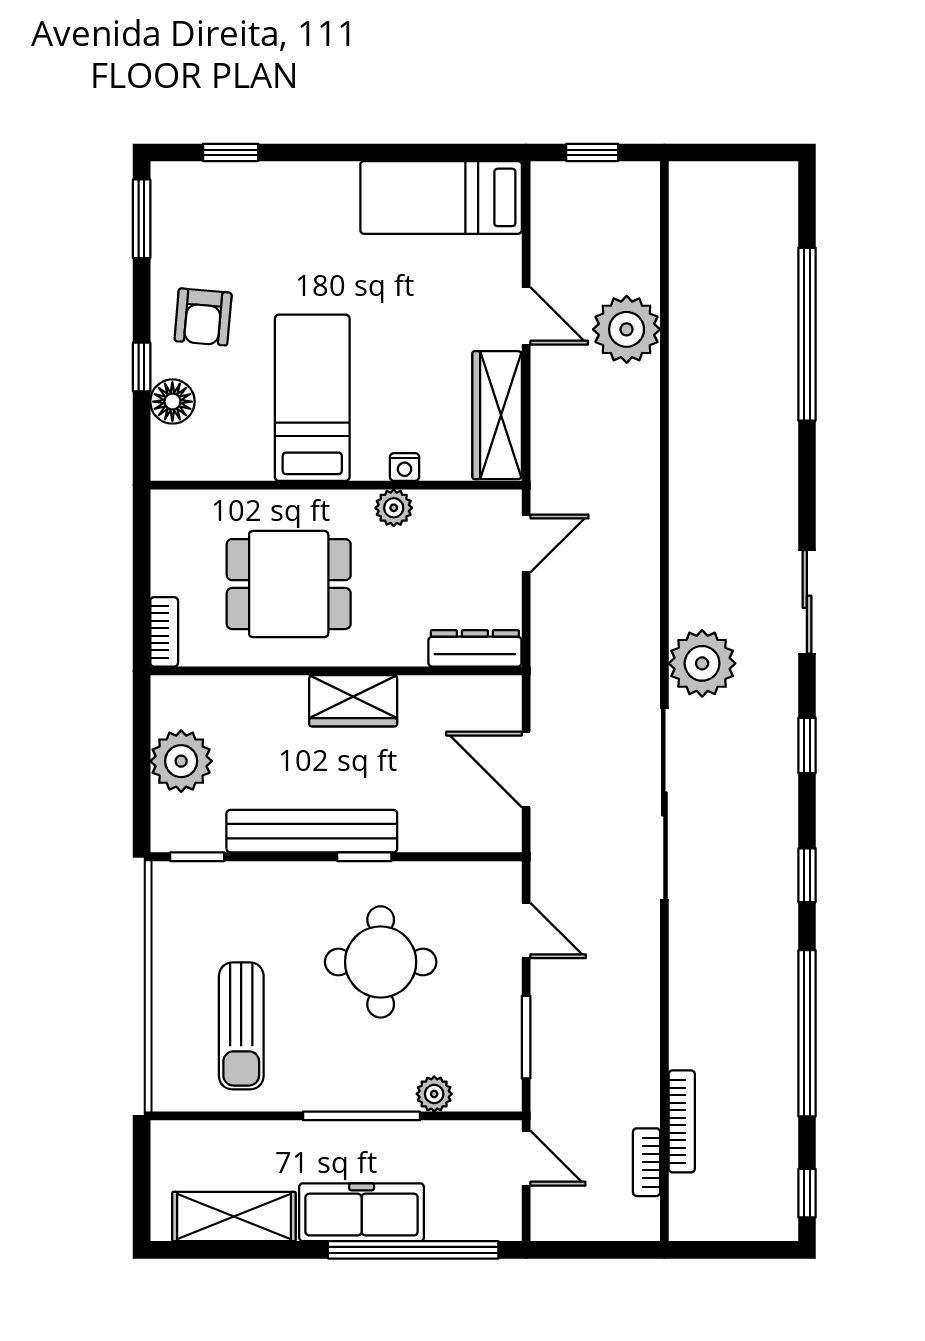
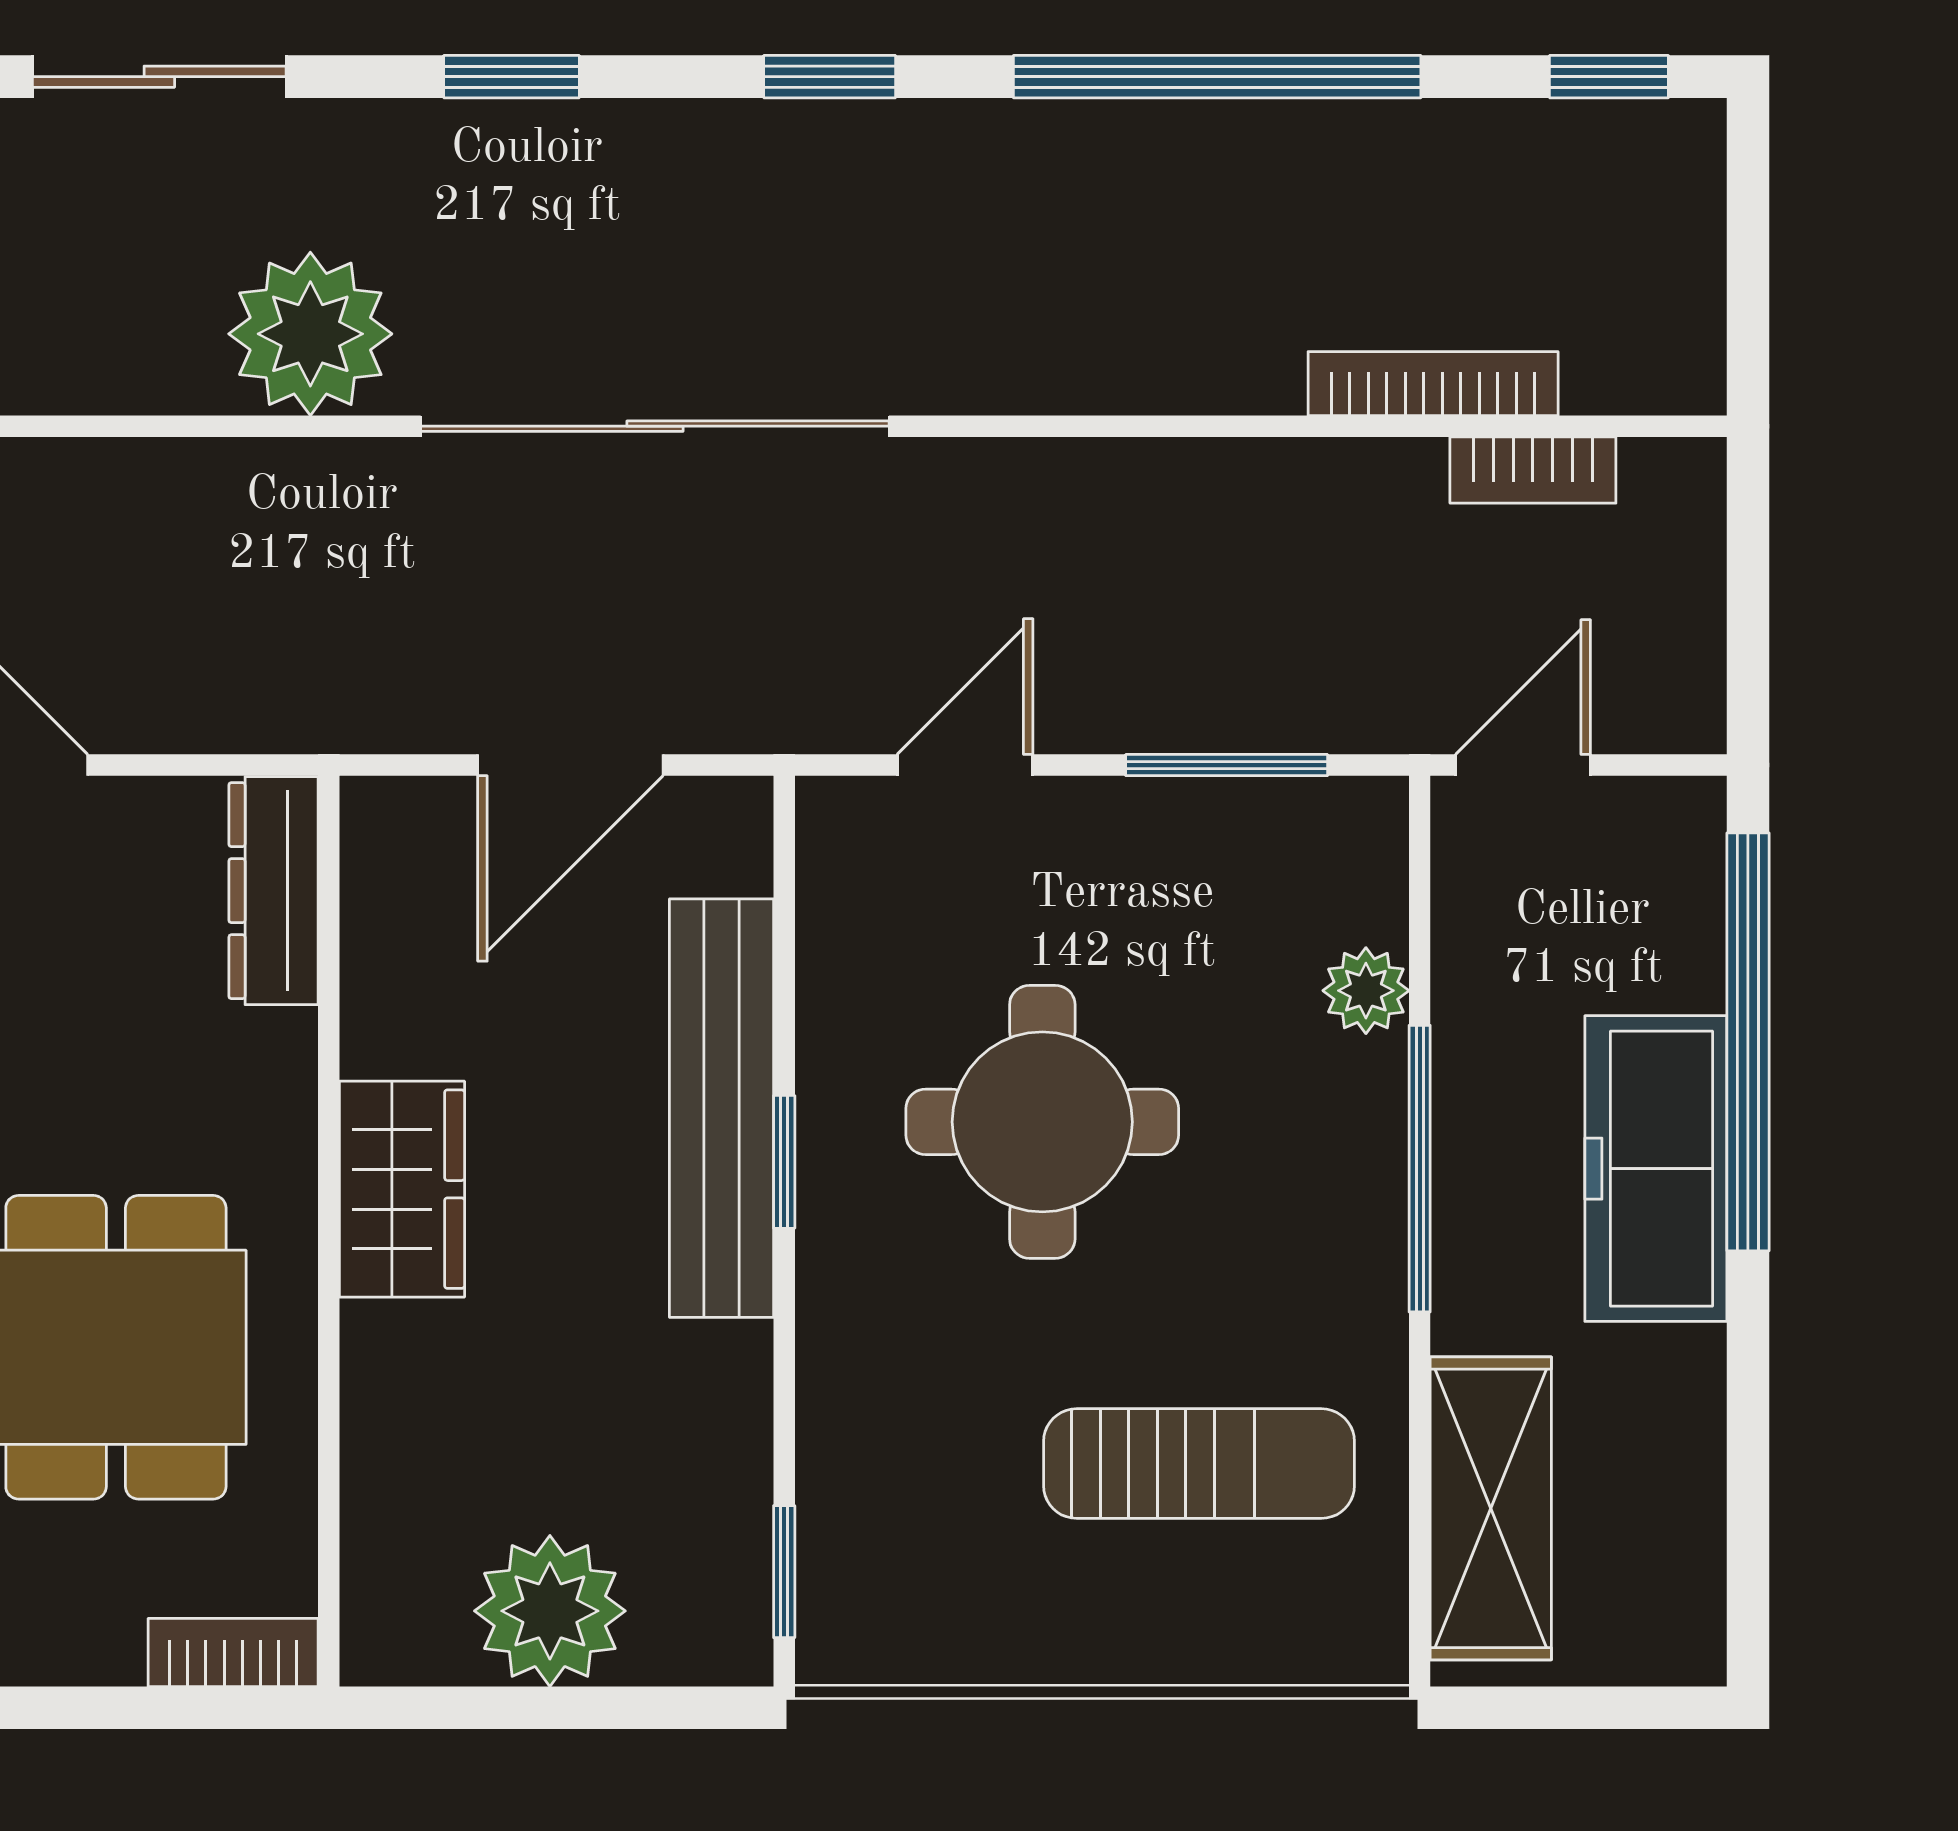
bench: (312, 831) -> (722, 1108), moved
shelving: (234, 1217) -> (1491, 1508), moved

